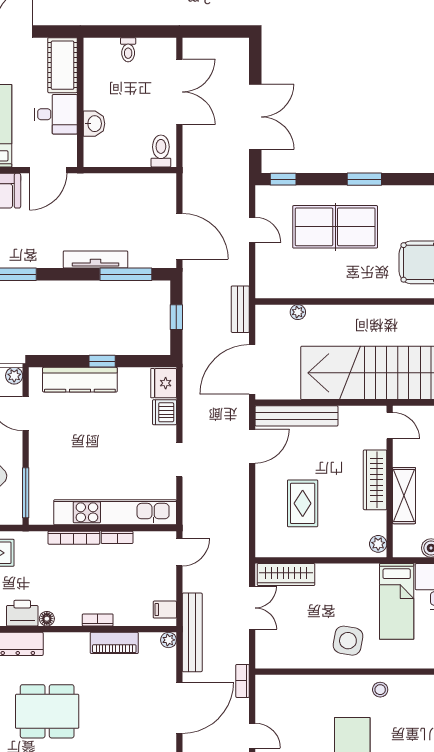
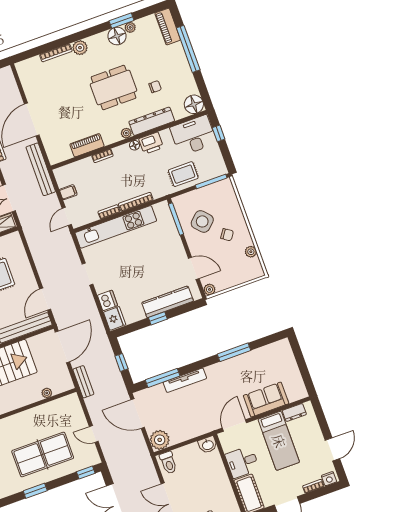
washbasin: (94, 124) -> (208, 445), moved, turned -90
plant: (162, 188) -> (160, 440), added
filing cabinet: (165, 610) -> (68, 192), moved
plant: (169, 640) -> (126, 133), moved

